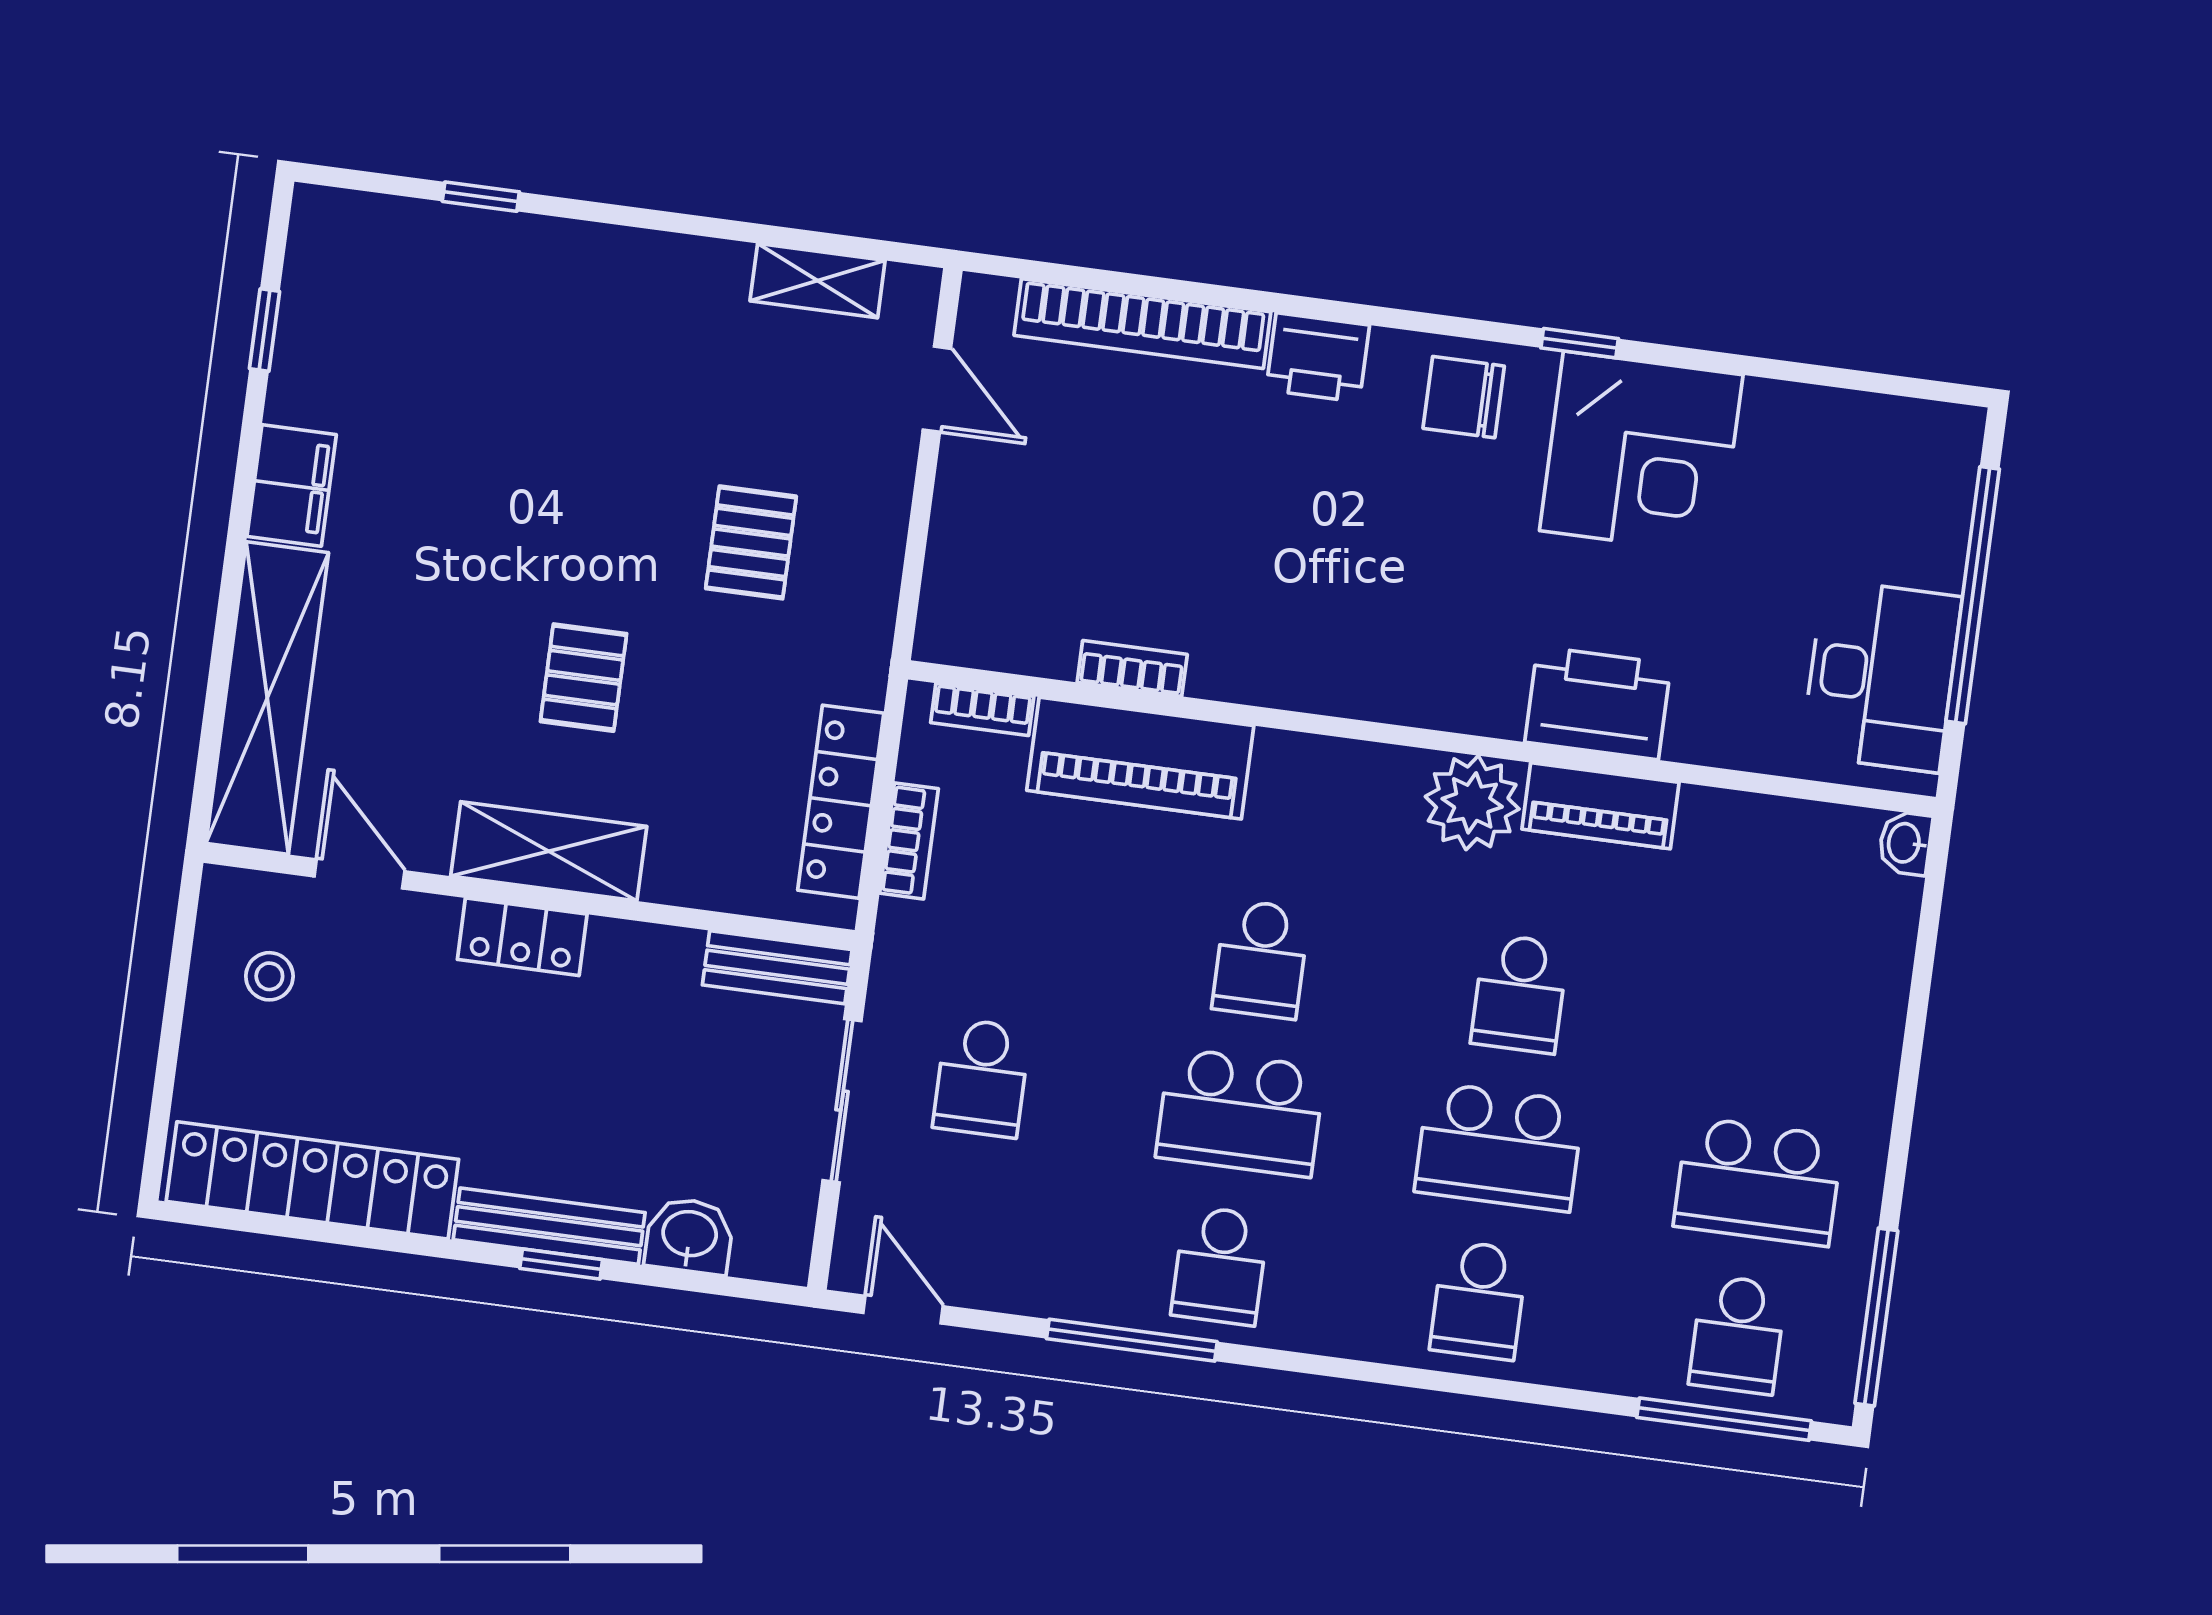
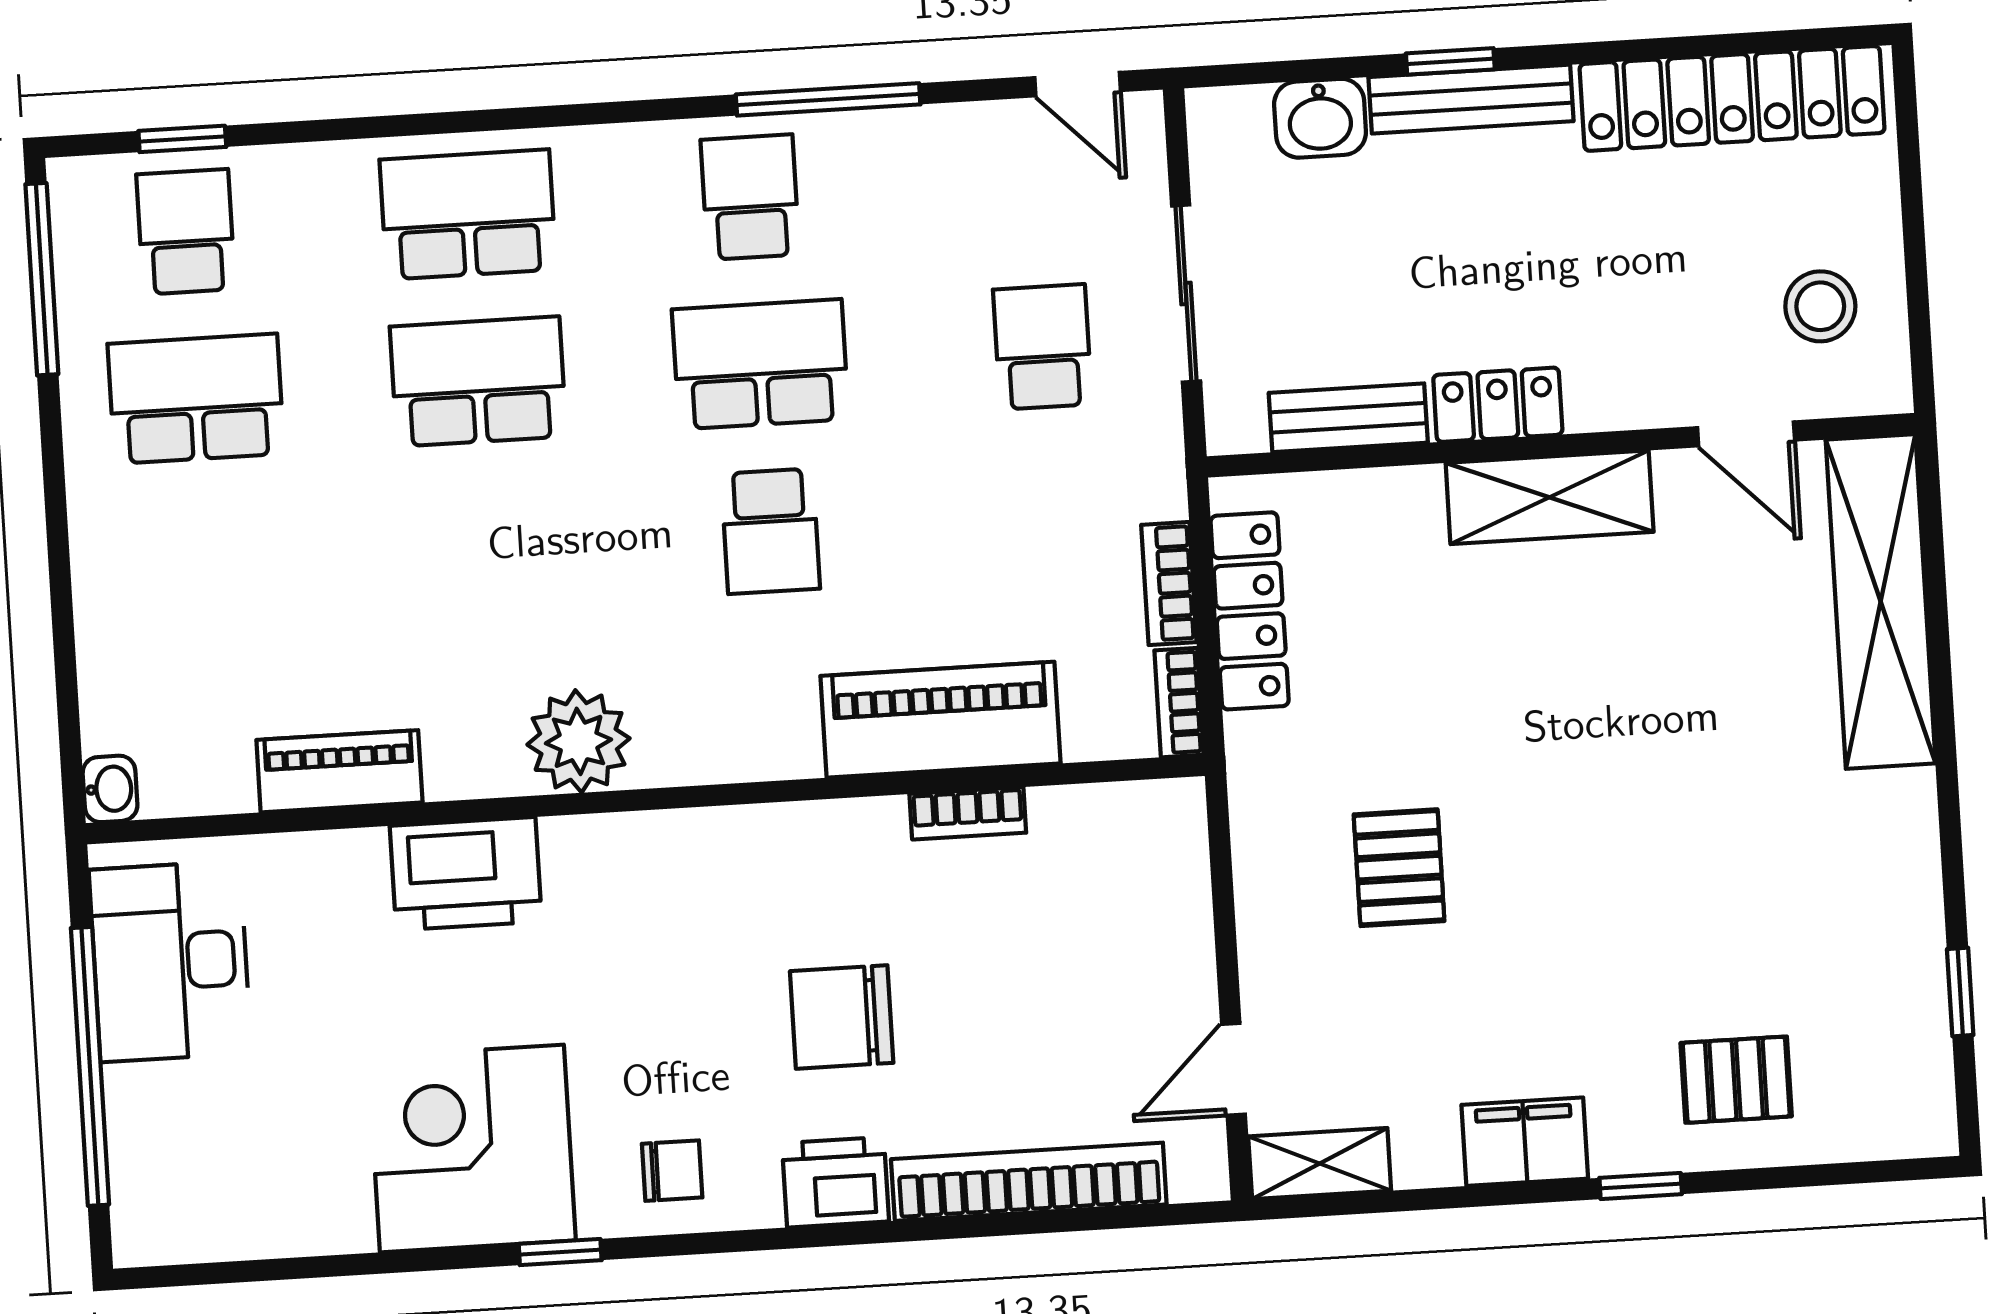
window: (481, 197) -> (1641, 1186), moved
shelving: (818, 281) -> (1320, 1164), moved
door: (937, 389) -> (1233, 1069), hinge flipped
chair: (1464, 397) -> (672, 1171), width x0.73, depth x0.73
filing cabinet: (292, 485) -> (1525, 1142), moved, turned 90
chair: (1283, 506) -> (842, 1017), added
pallet: (584, 678) -> (1736, 1080), moved, turned 90
bookcase: (982, 709) -> (1179, 703), moved, turned -90
piano: (1601, 806) -> (339, 771), moved
locker: (522, 937) -> (1498, 405), moved
school desk: (1261, 959) -> (771, 531), turned 180
bench: (777, 967) -> (1348, 418), moved
stool: (269, 976) -> (1820, 306), width x1.37, depth x1.37
school desk: (1520, 994) -> (488, 548), removed
school desk: (1479, 1300) -> (468, 214), width x1.85
window: (1724, 1419) -> (182, 139), width x0.46

